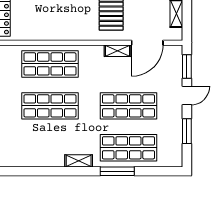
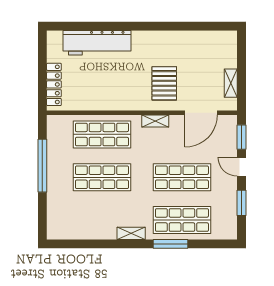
shelving: (118, 51) -> (155, 121), moved
door: (187, 95) -> (241, 167), swing flipped

